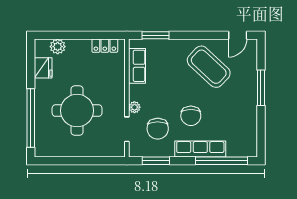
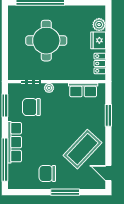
window: (156, 35) -> (108, 115), moved
fridge: (43, 68) -> (98, 40), moved, turned 90
chair: (191, 116) -> (47, 173), moved

